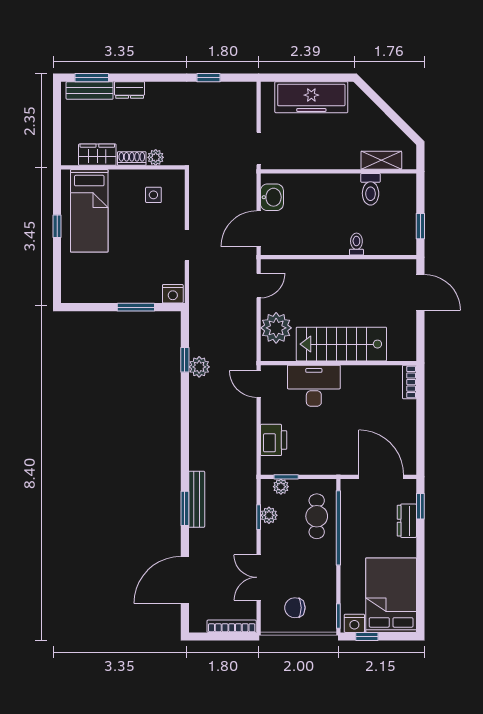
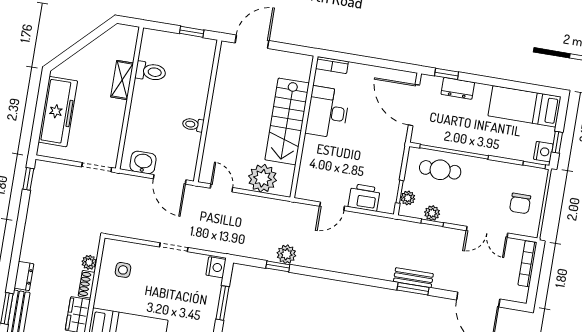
window: (208, 78) -> (28, 179), moved
shelving: (381, 160) -> (122, 80), moved
toilet: (356, 244) -> (193, 125), moved
door: (259, 384) -> (332, 206), moved
desk: (314, 386) -> (328, 112), moved
door: (381, 477) -> (414, 105), hinge flipped
bench: (197, 499) -> (413, 278), width x0.73
bed: (391, 595) -> (524, 106), width x0.67

